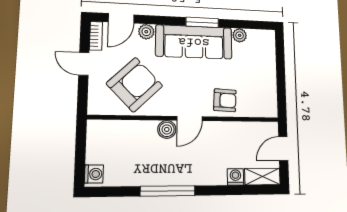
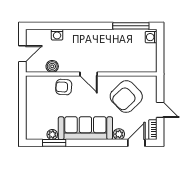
window: (202, 22) -> (54, 143), moved
door: (190, 118) -> (89, 74), swing flipped
boiler: (167, 129) -> (52, 66), moved
shelving: (262, 177) -> (38, 35), removed
window: (168, 191) -> (131, 26), moved

